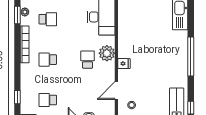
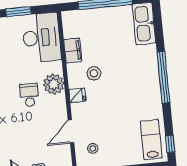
filing cabinet: (124, 29) -> (73, 50), added
stool: (138, 48) -> (94, 73), added

